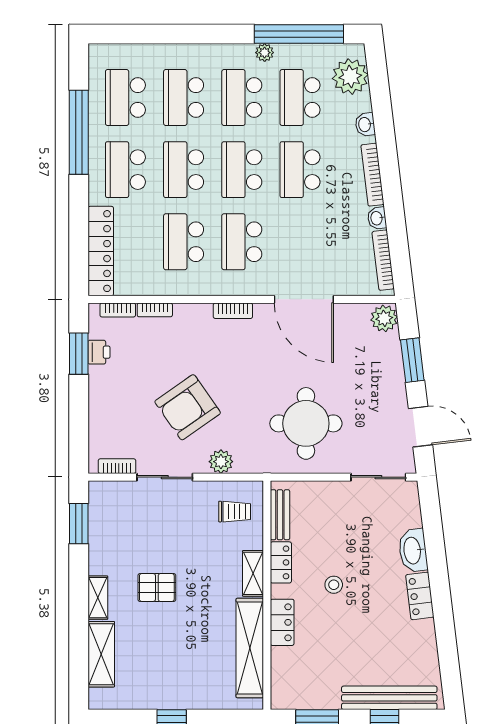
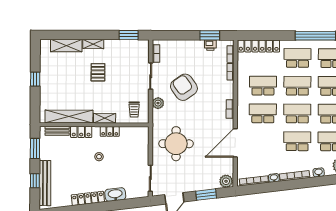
bench: (280, 515) -> (57, 131), moved
locker: (420, 596) -> (88, 198), width x1.53

